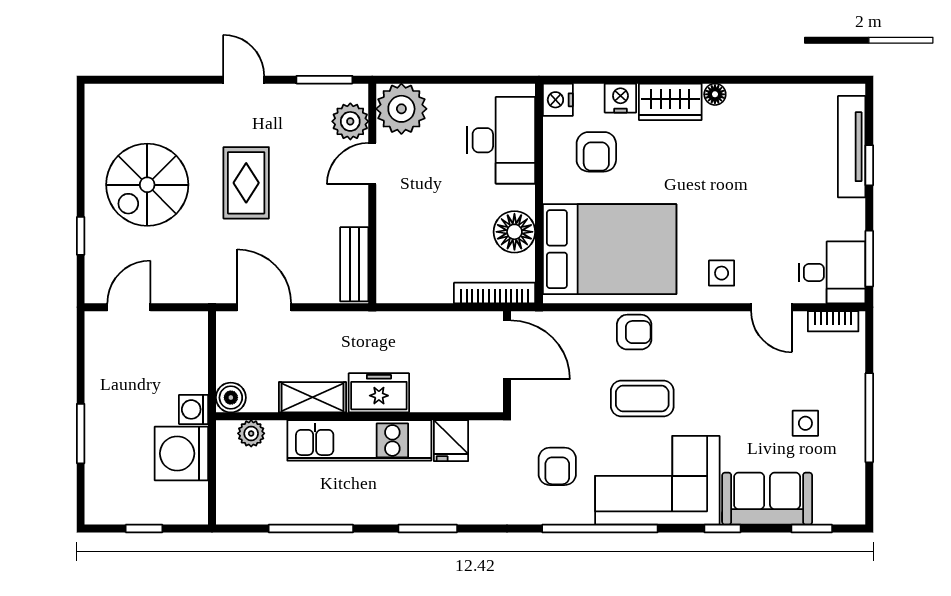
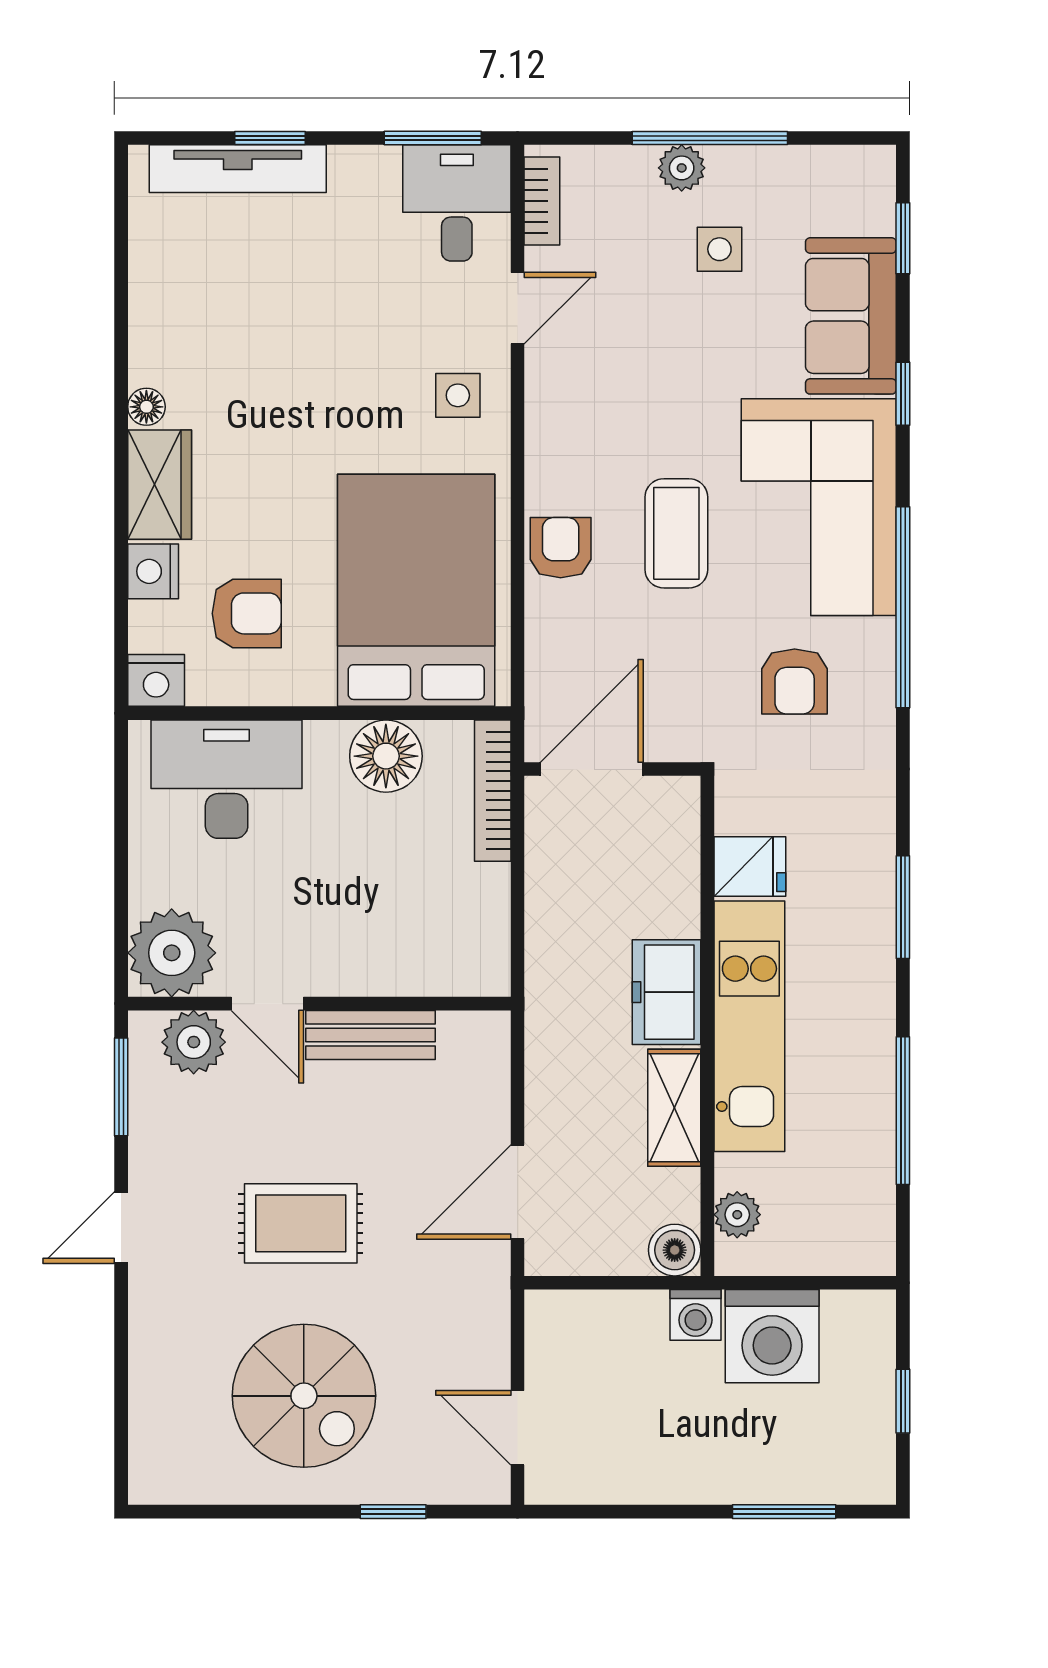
bench: (354, 264) -> (370, 1035), moved
plant: (852, 402) -> (682, 168), added
window: (81, 434) -> (784, 1512), moved
armchair: (557, 466) -> (795, 682), turned 90

